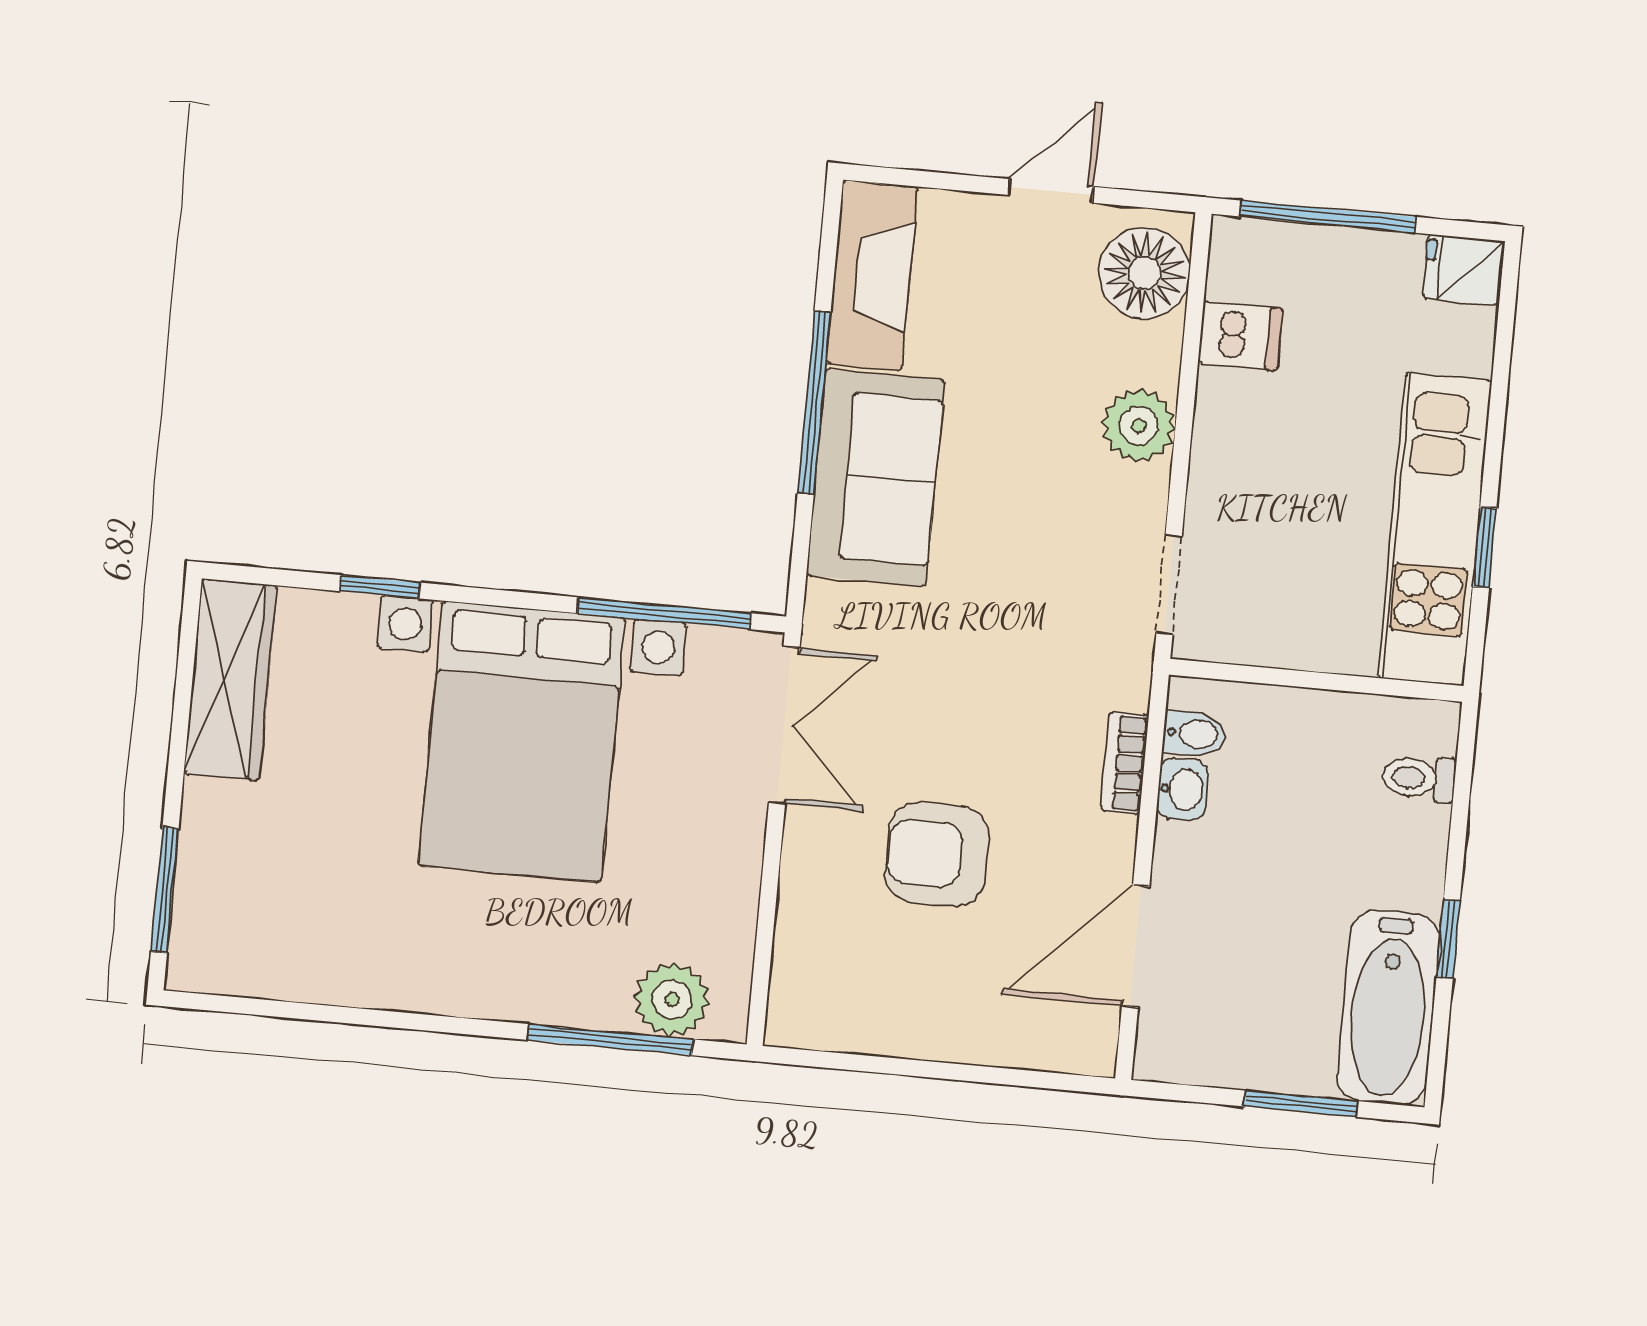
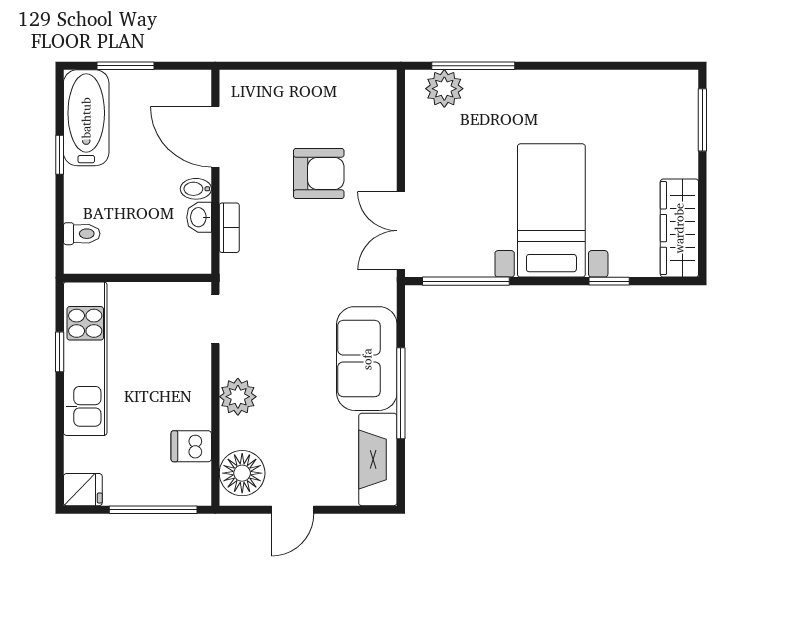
bidet: (1194, 734) -> (196, 189), moved
bed with nightstands: (522, 742) -> (551, 210), width x0.73
door: (1136, 946) -> (215, 137), swing flipped

